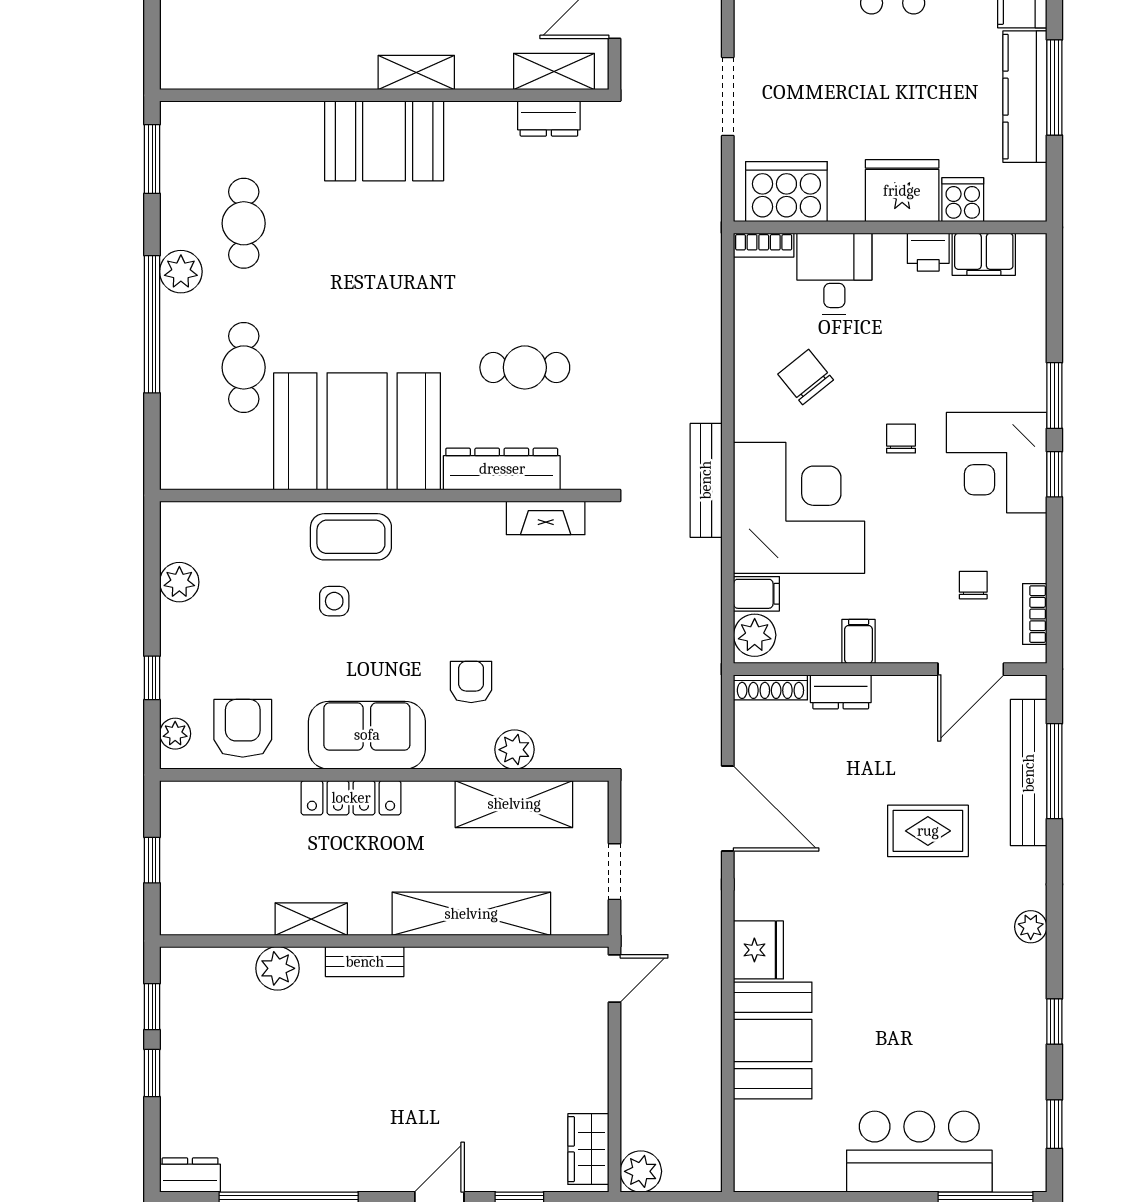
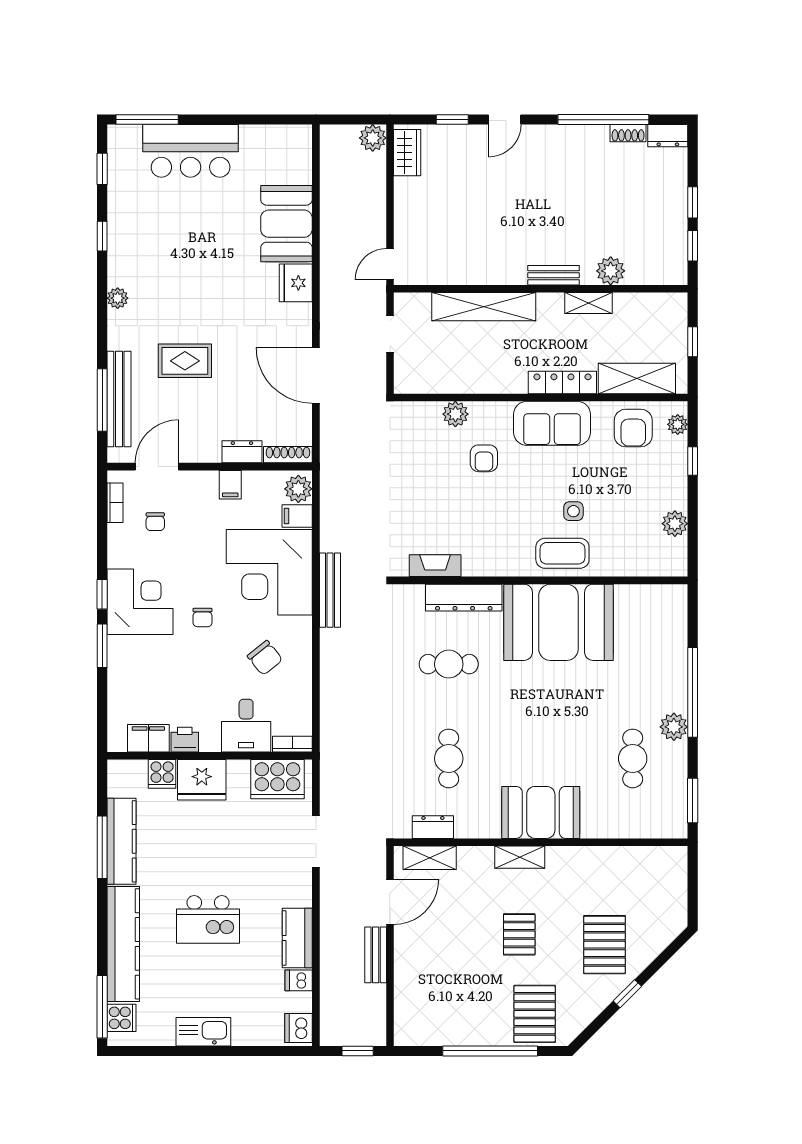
cafe table: (244, 367) -> (449, 758), moved
shelving: (514, 804) -> (637, 378), moved
shoe rack: (251, 1179) -> (628, 133), added

